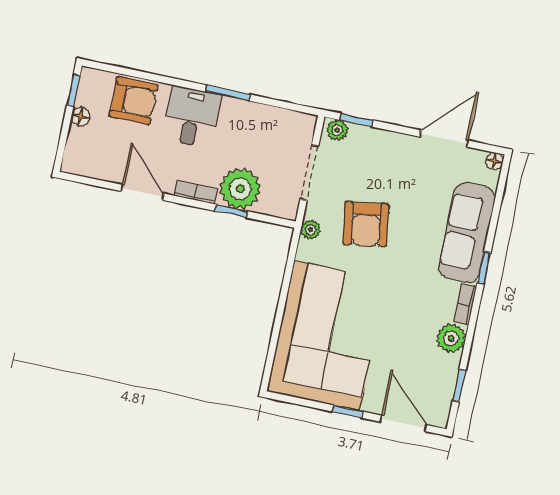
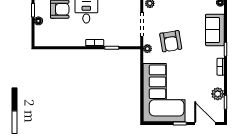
plant: (240, 189) -> (114, 37), removed
door: (142, 192) -> (72, 48), removed
sofa: (467, 232) -> (215, 30), width x0.73
plant: (451, 338) -> (218, 94), moved

